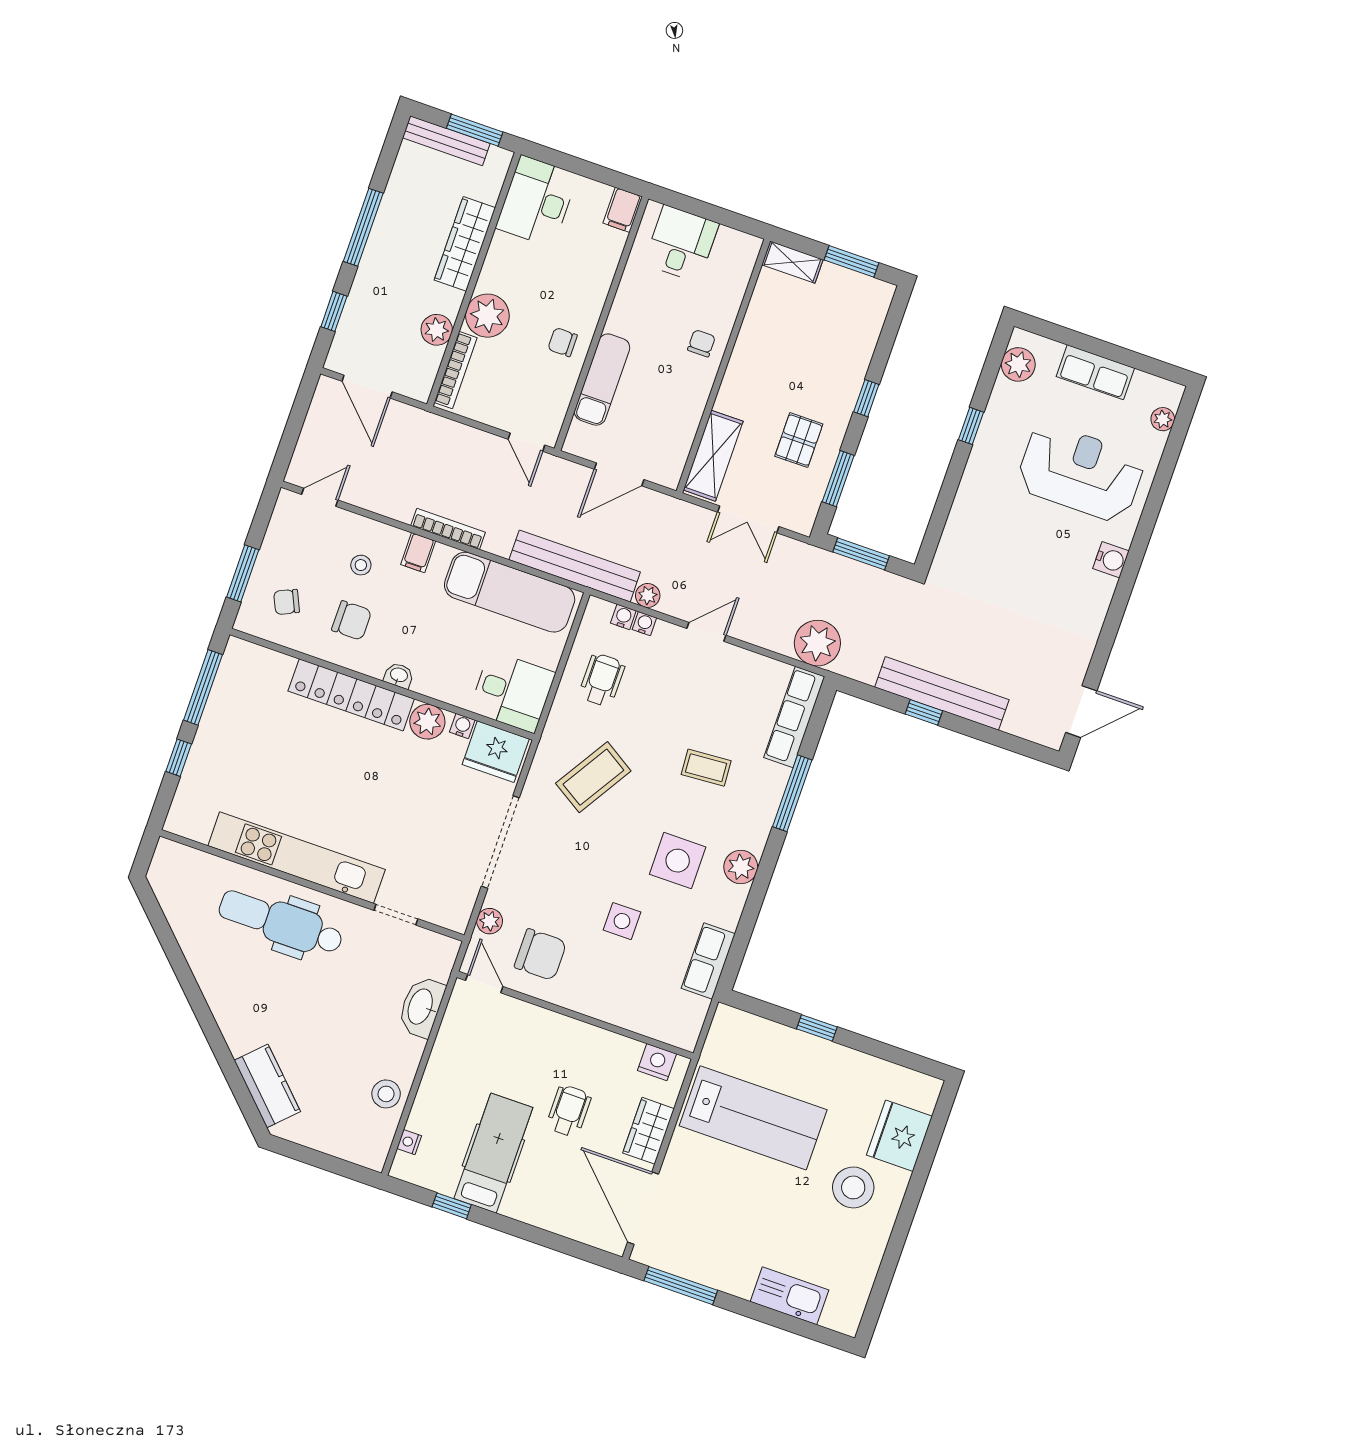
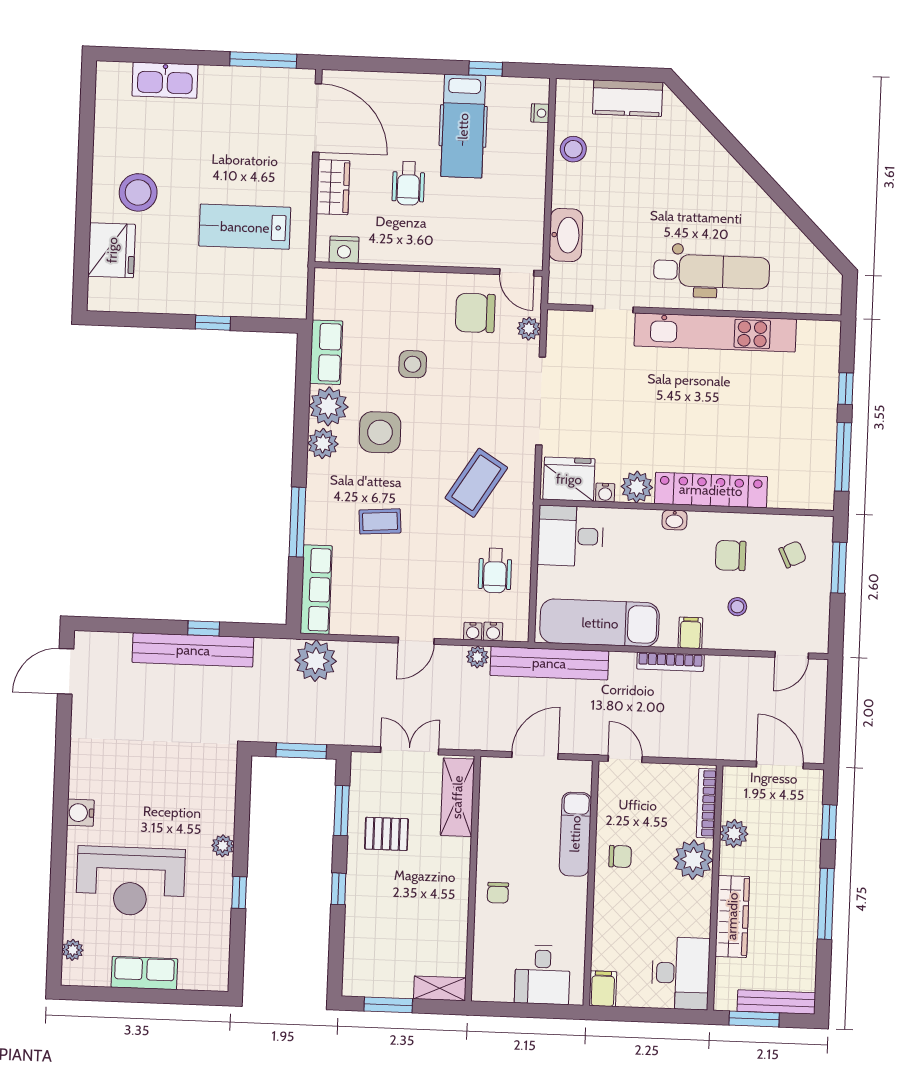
plant: (1018, 364) -> (223, 846), moved, width x0.73, depth x0.73
pallet: (799, 440) -> (386, 834), turned 90
plant: (723, 904) -> (329, 406), added
kitchen counter: (267, 1086) -> (628, 98), moved, turned -45
lab bench: (753, 1118) -> (245, 227), width x0.73, depth x0.72

